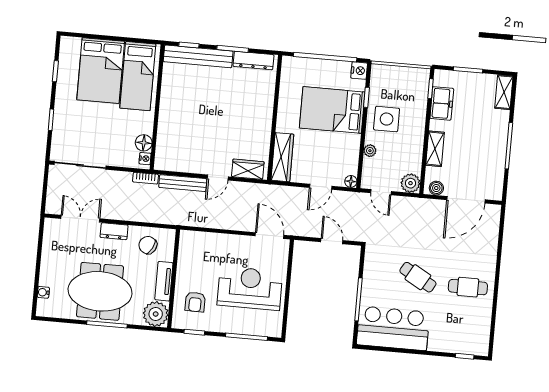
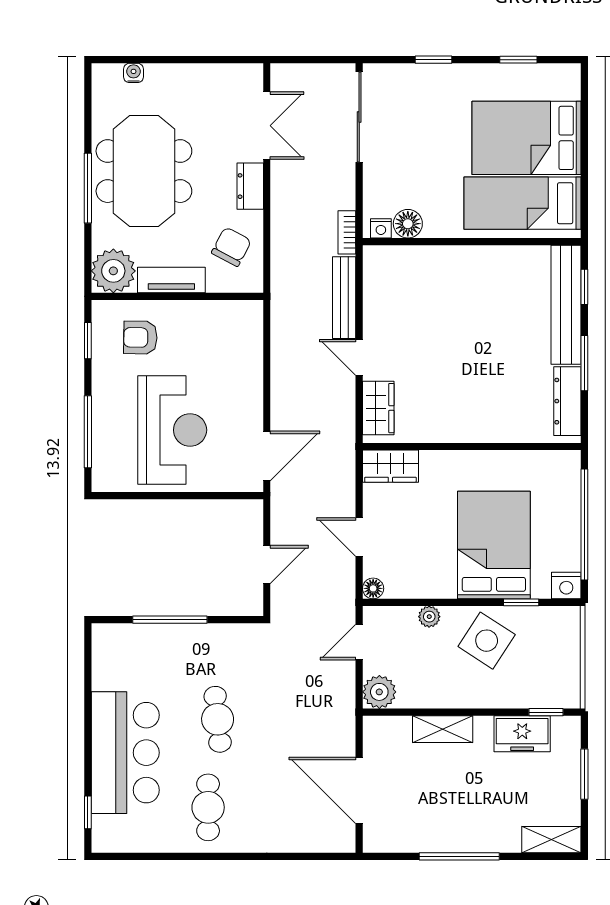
side table: (387, 119) -> (487, 641), turned 33
wardrobe: (282, 157) -> (390, 466), width x0.67
boiler: (436, 188) -> (375, 737), removed
cafe table: (418, 277) -> (218, 719), turned -36
bar counter: (393, 328) -> (125, 753), moved

